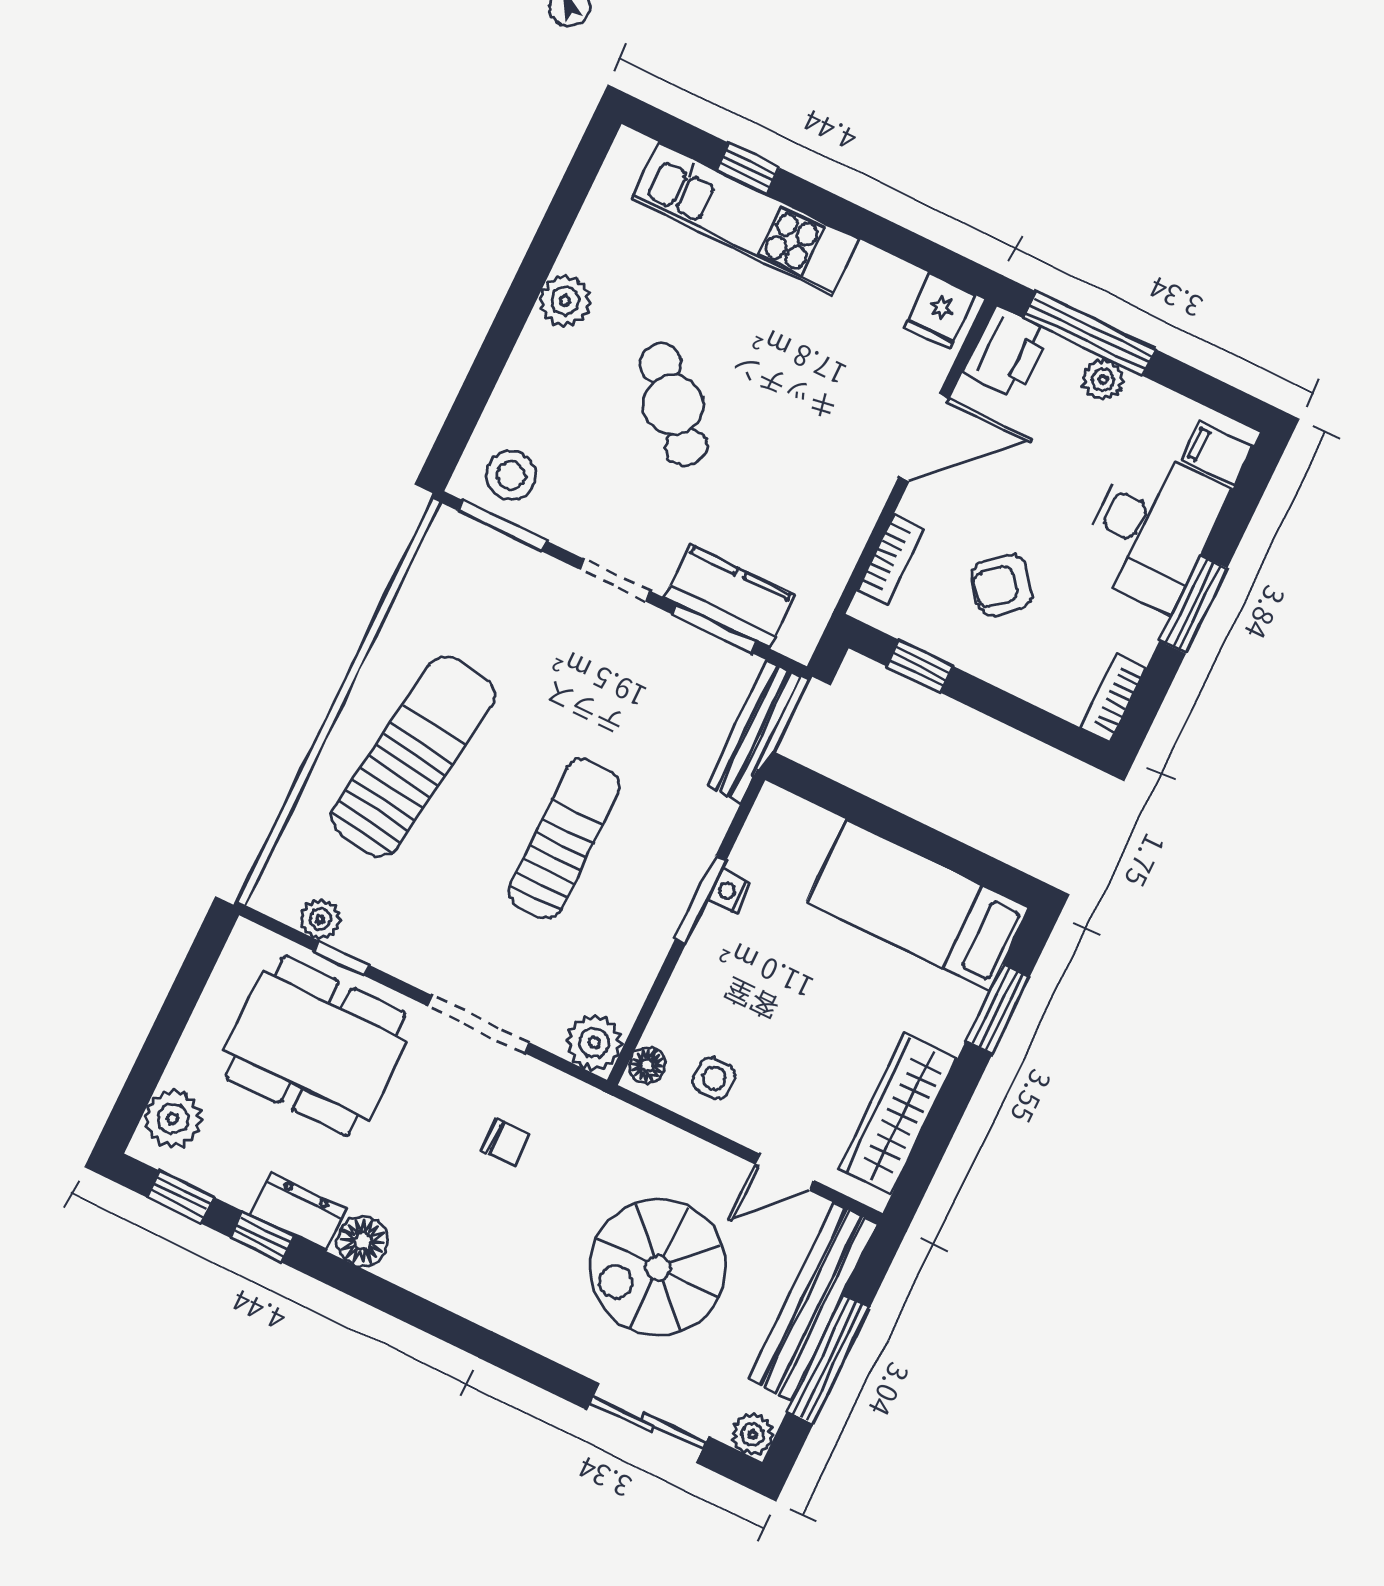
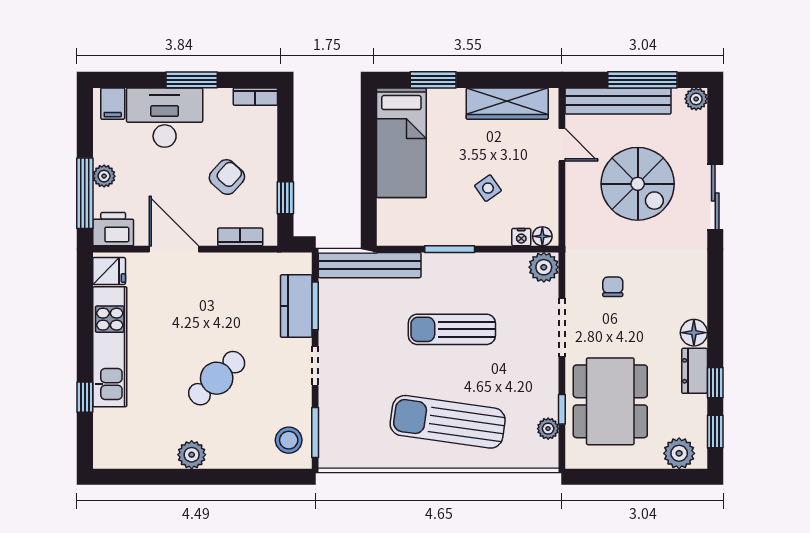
kitchen unit: (745, 219) -> (110, 347), moved
armchair: (1002, 585) -> (227, 177), turned -98
bench: (754, 731) -> (370, 265), width x1.37, depth x1.21
nightstand: (729, 892) -> (521, 237), moved
side table: (714, 1078) -> (488, 188), moved, turned -35
sliding door: (648, 1423) -> (715, 197), moved

